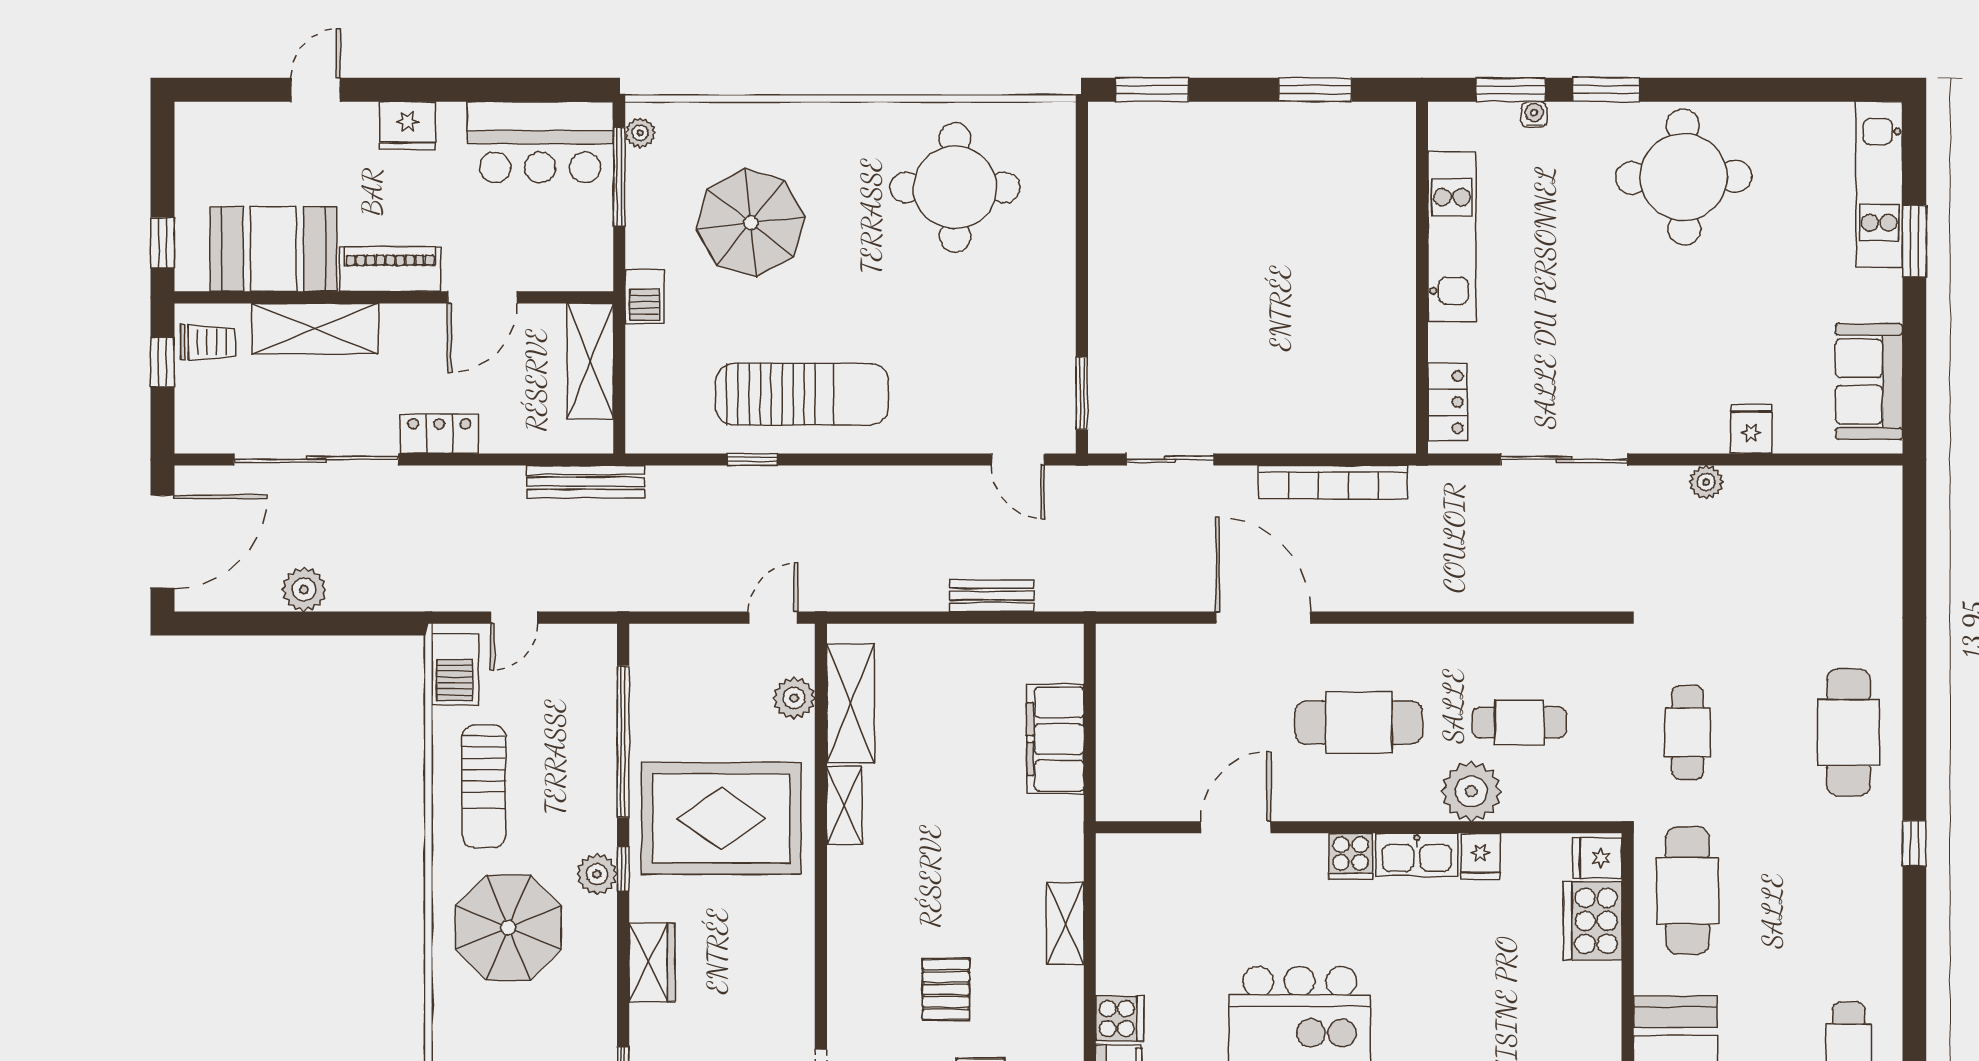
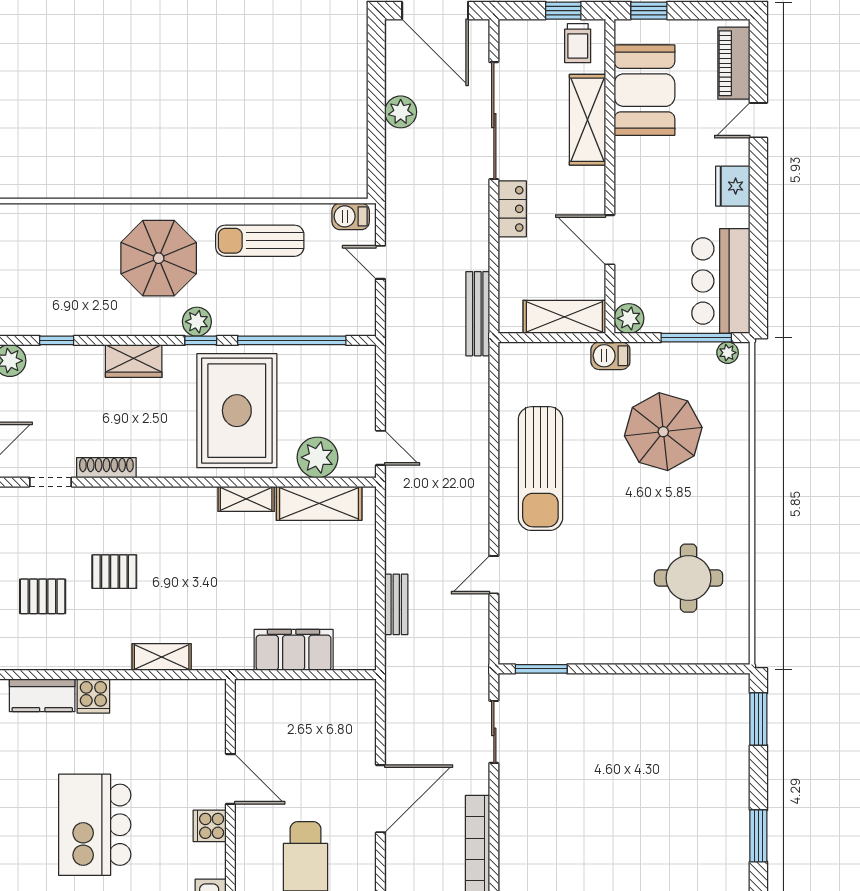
door: (316, 90) -> (758, 120), swing flipped
round table: (955, 187) -> (689, 578), width x0.73, depth x0.73
piano: (390, 269) -> (734, 63), moved, turned 180
plant: (592, 271) -> (629, 318), added
window: (752, 459) -> (494, 433), removed
door: (1018, 459) -> (494, 575), moved
barbecue: (455, 669) -> (351, 216), width x0.73, depth x0.79
plant: (794, 698) -> (317, 457), width x1.36, depth x1.36
cooker: (1351, 856) -> (210, 826), moved
shoe rack: (801, 1000) -> (106, 468), added

